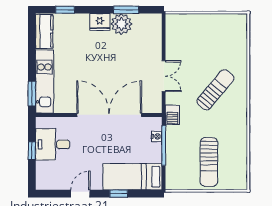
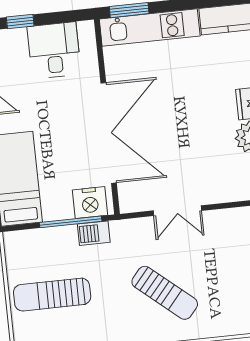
barbecue: (172, 115) -> (94, 233), moved
nightstand: (157, 136) -> (90, 203), width x1.89, depth x1.79
window: (32, 151) -> (20, 21), moved

